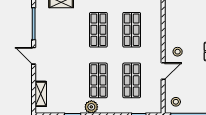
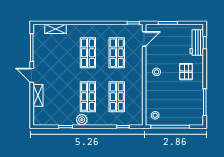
door: (163, 71) -> (144, 39), moved
shelving: (41, 94) -> (38, 95), moved

